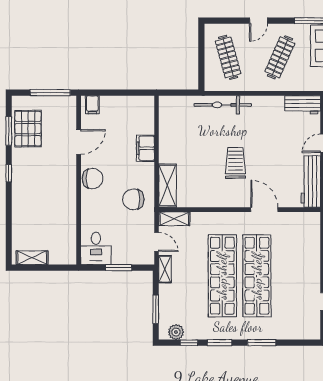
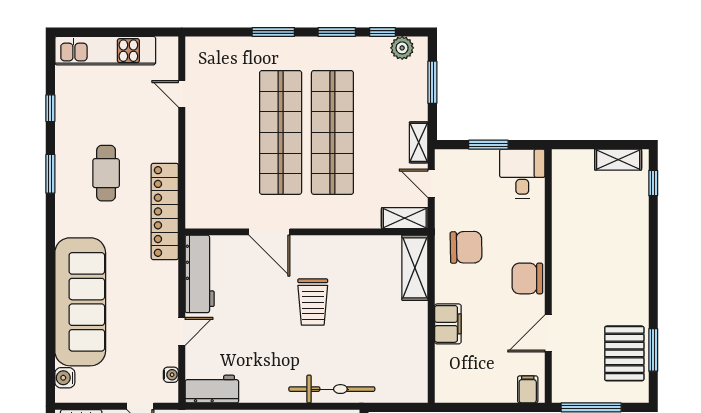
window: (9, 173) -> (653, 183), moved

